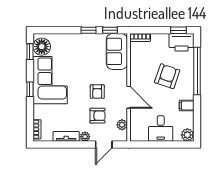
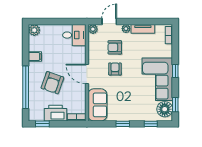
window: (110, 30) -> (151, 124), moved
printer: (182, 42) -> (55, 113), moved
door: (129, 97) -> (87, 74), moved
plant: (122, 125) -> (93, 29), moved
desk: (161, 129) -> (74, 35), moved, turned 90

